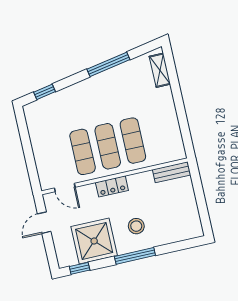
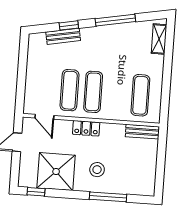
window: (45, 92) -> (69, 25), moved
bench: (59, 98) -> (63, 36), added
exercise mat: (133, 141) -> (140, 95), moved
window: (135, 256) -> (108, 197), moved

